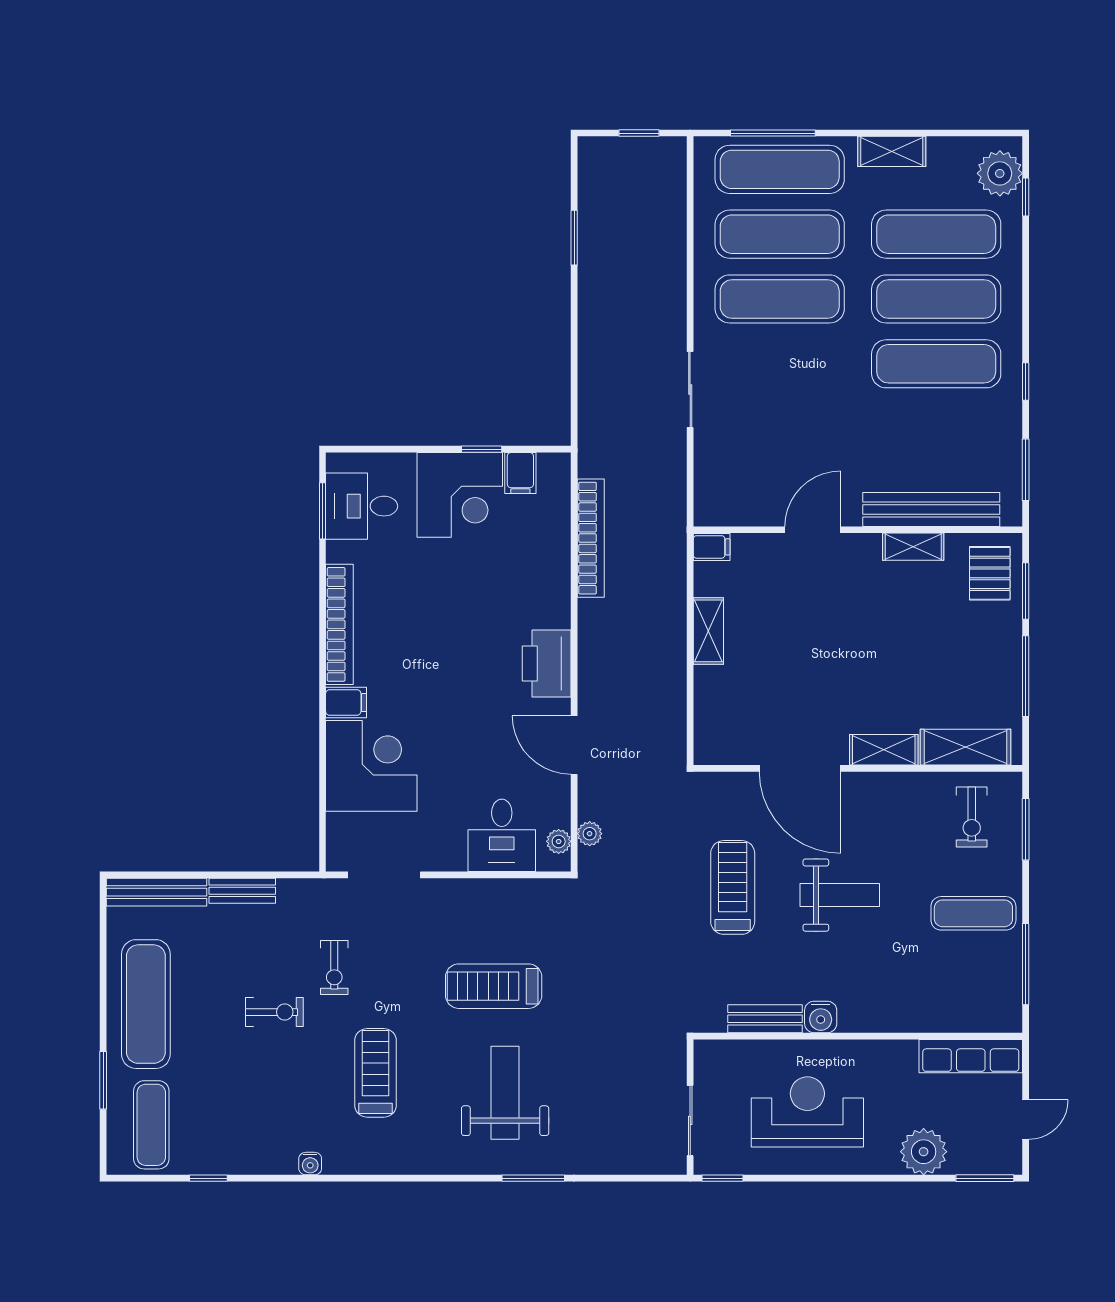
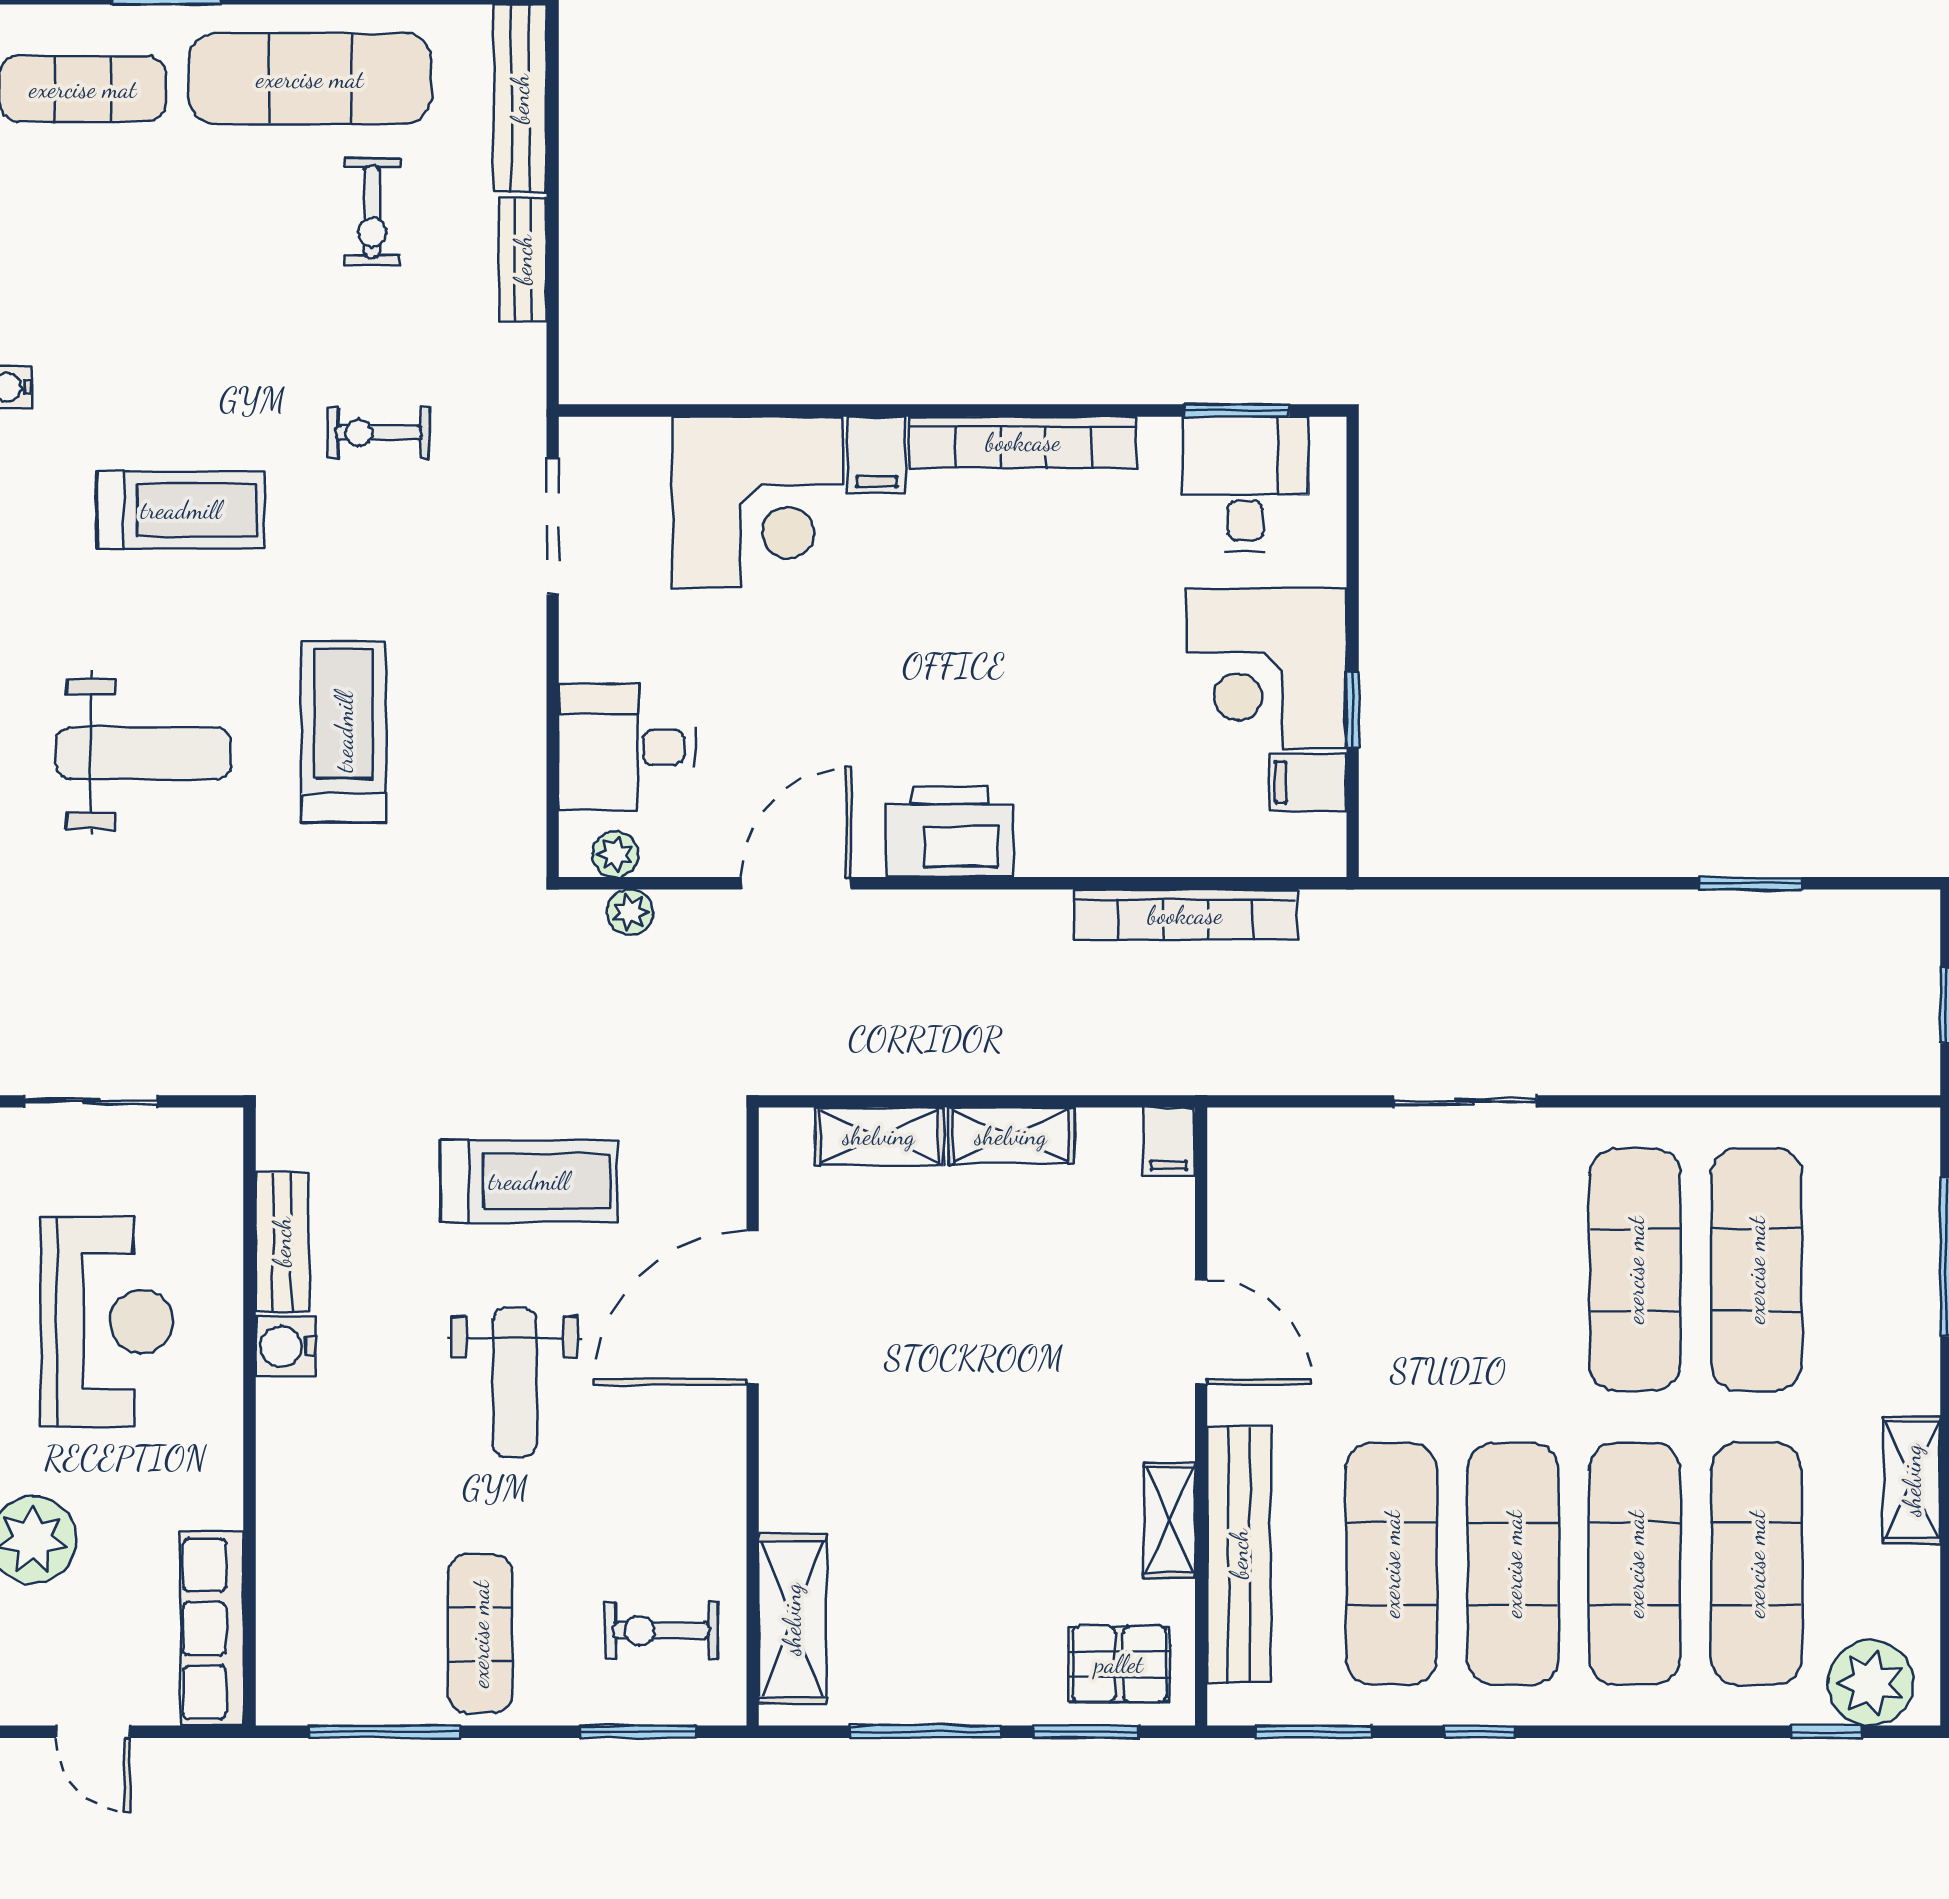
exercise mat: (780, 169) -> (1391, 1564), moved
shelving: (884, 750) -> (879, 1136), moved, turned 90
exercise bike: (274, 1012) -> (372, 212), moved

